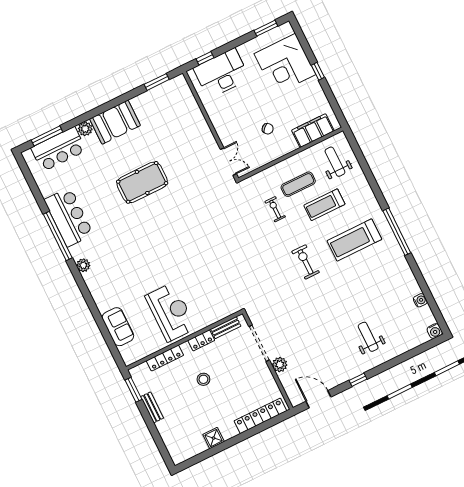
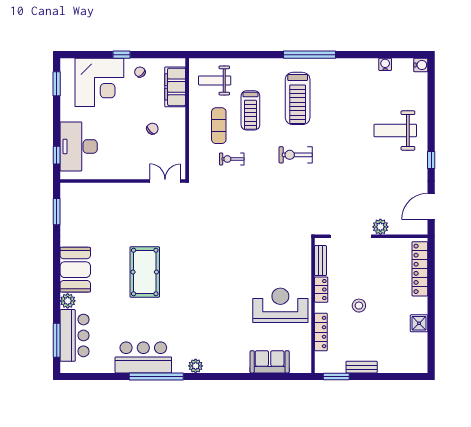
chair: (311, 94) -> (140, 72), added
weight bench: (368, 337) -> (395, 130), width x1.36, depth x1.33

